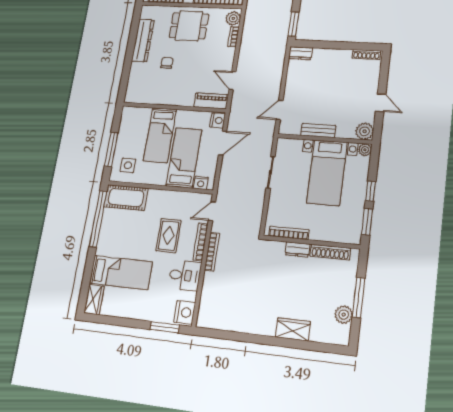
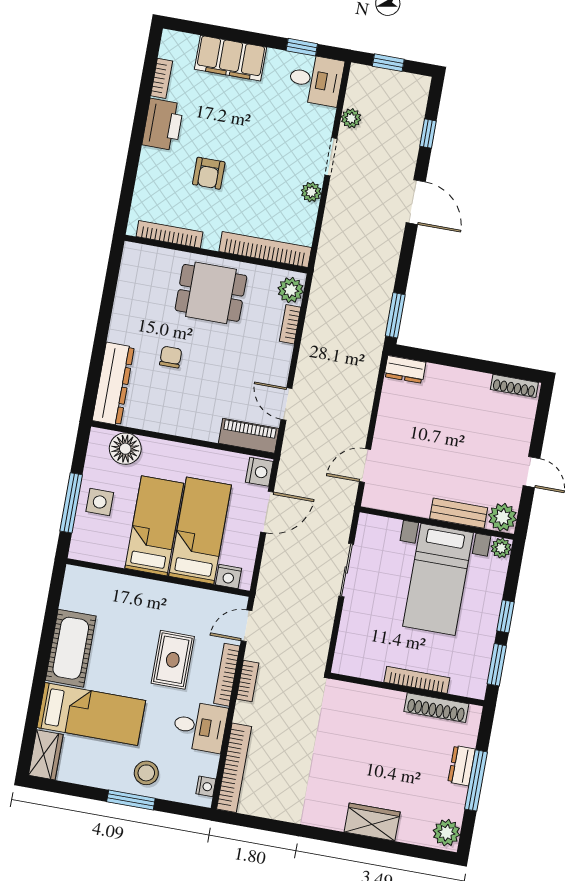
dresser: (143, 40) -> (113, 384), moved
floor lamp: (142, 116) -> (125, 449), added
bench: (318, 130) -> (459, 513), moved
bed: (160, 135) -> (154, 526), moved, turned 180
side table: (128, 165) -> (100, 502), moved
cot: (126, 198) -> (71, 648), moved, turned 90
window: (98, 219) -> (50, 621), removed
bookcase: (289, 233) -> (417, 680), moved
dresser: (298, 249) -> (462, 766), moved, turned 90
bookcase: (212, 252) -> (248, 681), width x0.64
bookcase: (206, 300) -> (234, 768), added
stool: (153, 307) -> (146, 773), added
nightstand: (185, 312) -> (206, 786), width x0.53, depth x0.56
plant: (344, 315) -> (446, 833), moved
window: (165, 327) -> (131, 800), moved

